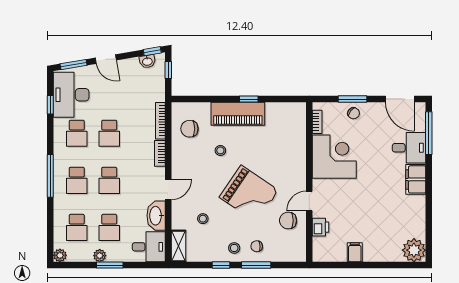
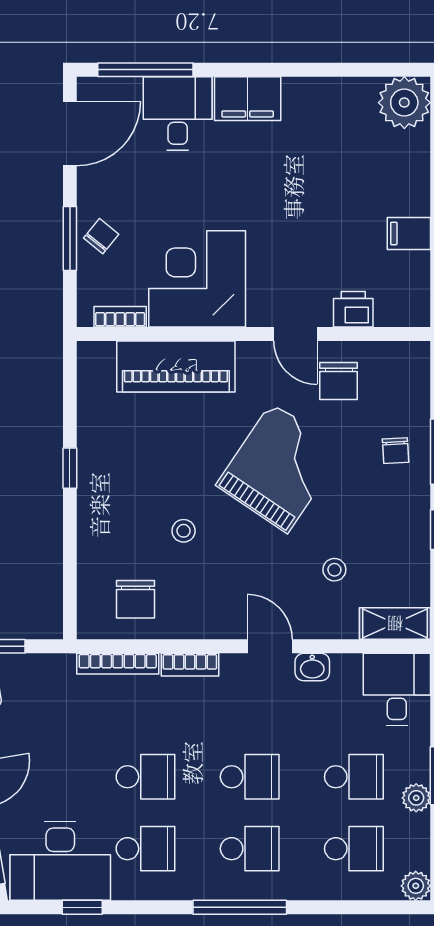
piano: (238, 114) -> (176, 366), moved, turned 90
washbasin: (156, 216) -> (312, 667), width x0.52, depth x0.69
stool: (234, 248) -> (399, 500), removed

